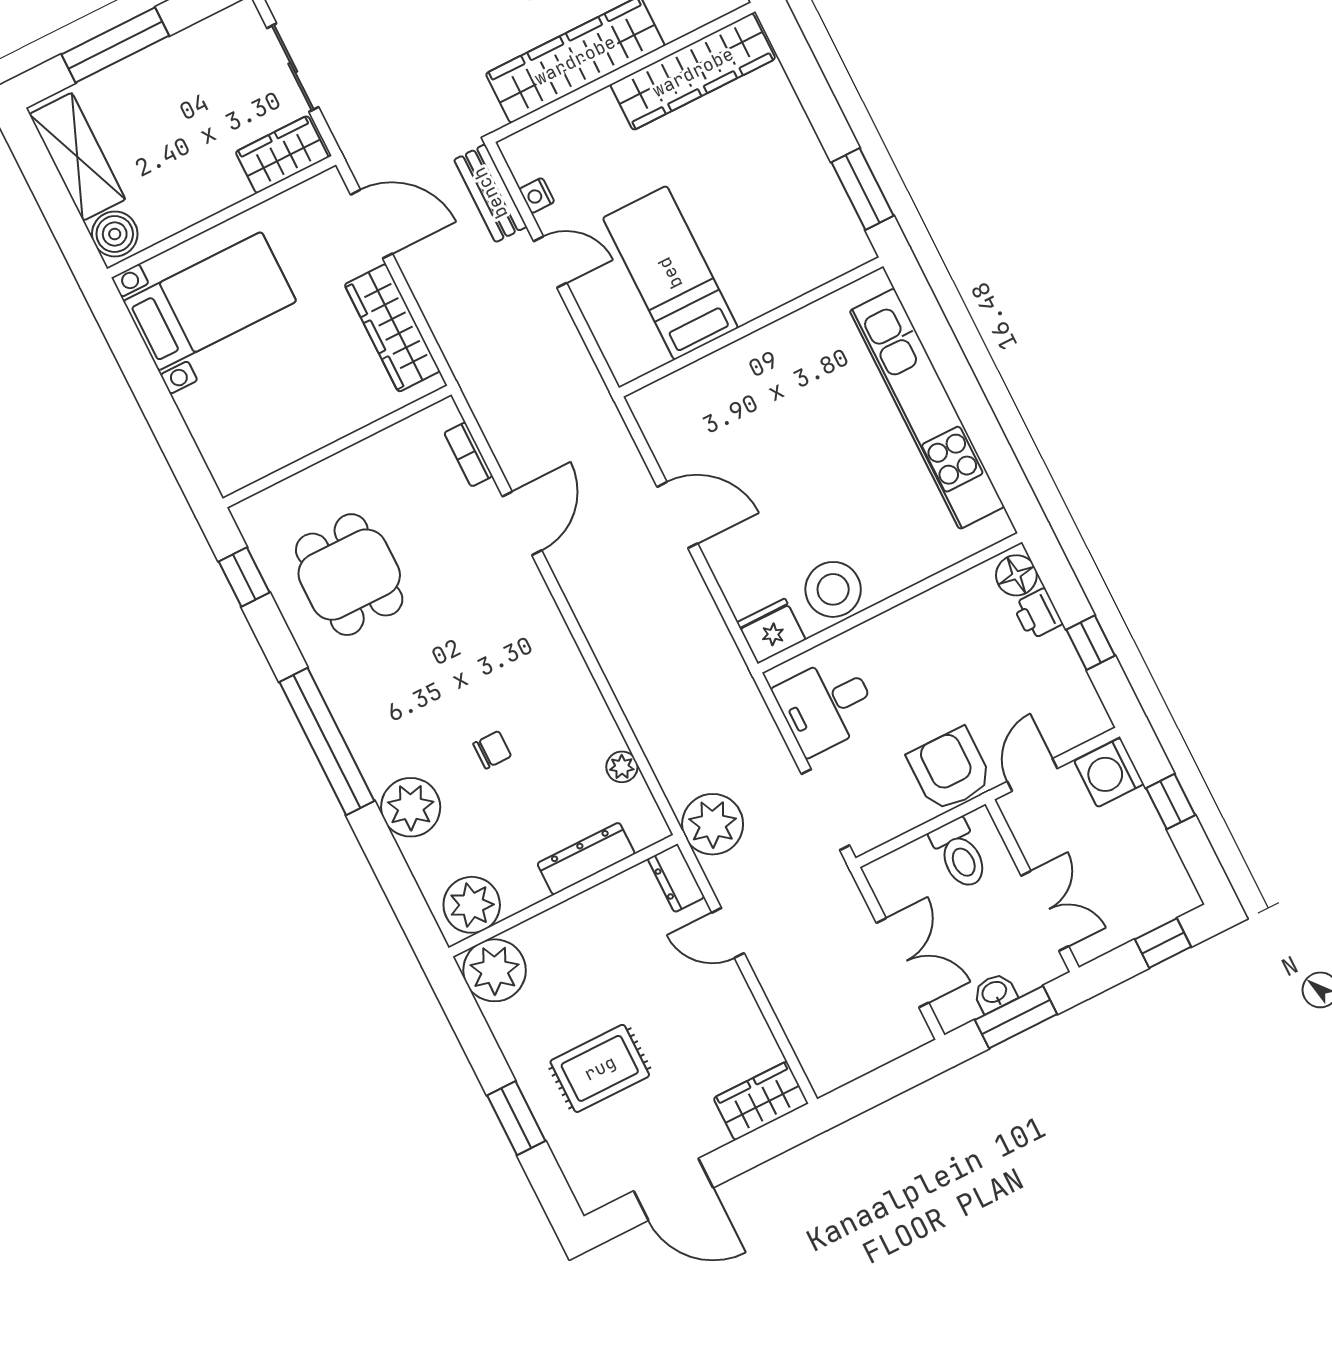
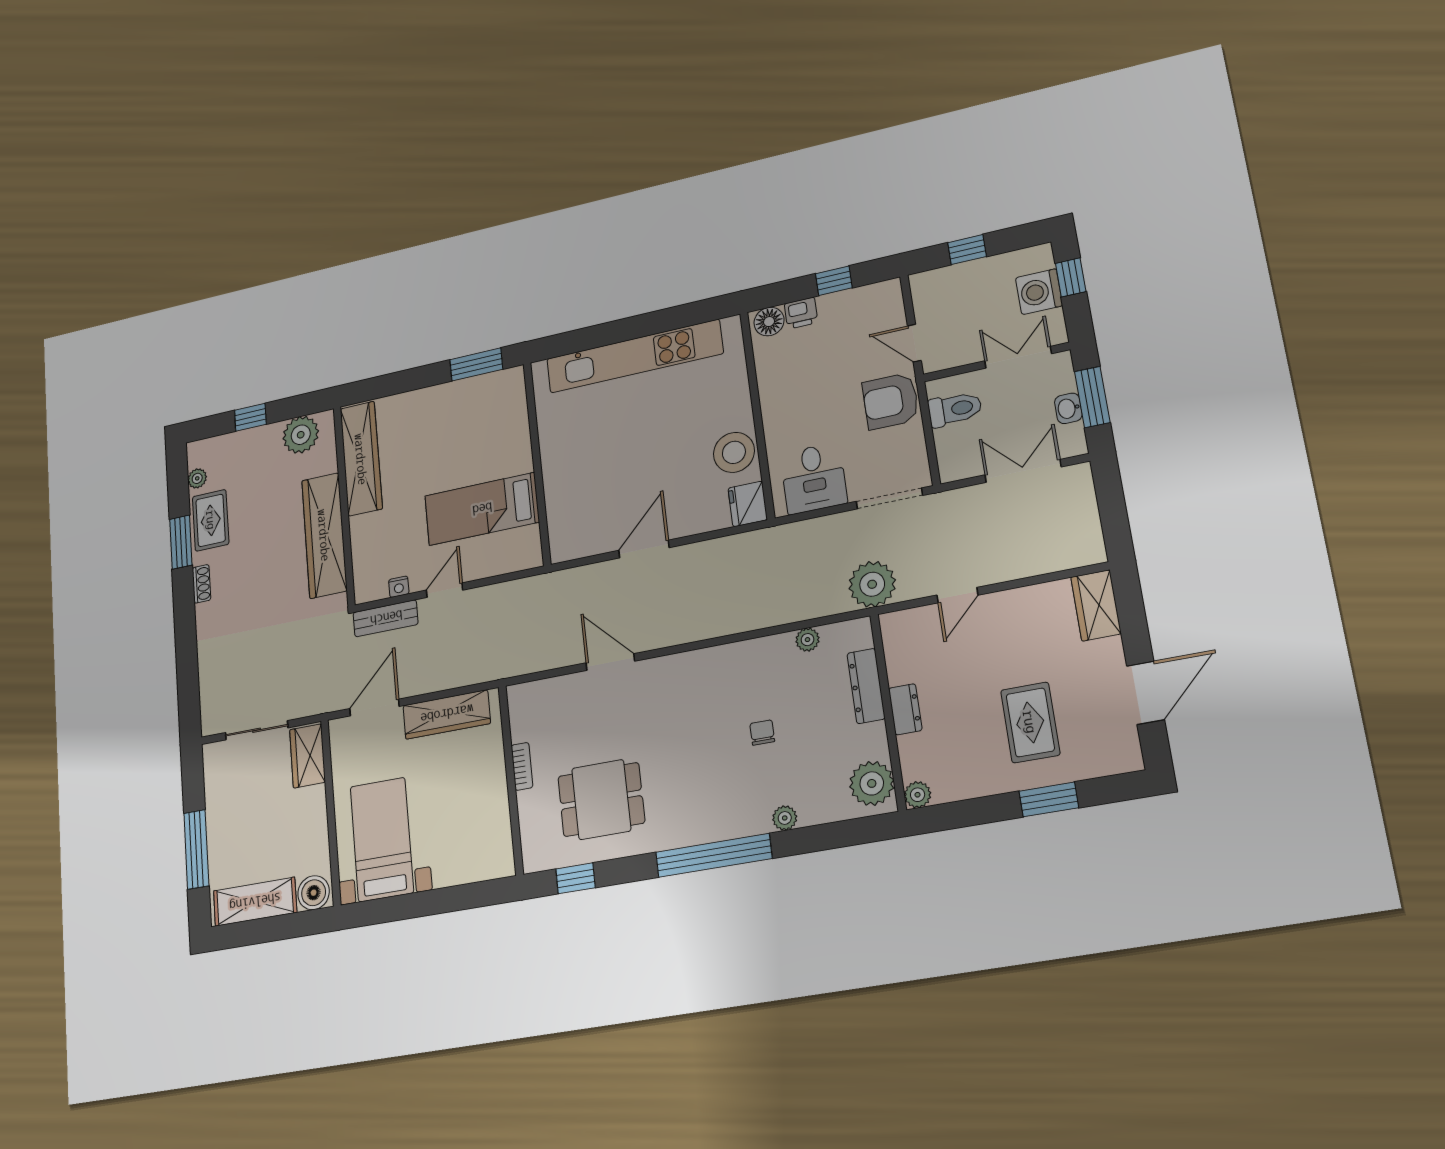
bookcase: (468, 454) -> (522, 766), moved, turned -90
washing machine: (1109, 772) -> (1039, 292), moved, turned 90
plant: (411, 807) -> (785, 818), width x0.53, depth x0.53
dresser: (676, 878) -> (905, 709), moved, turned -90
plant: (495, 970) -> (918, 795), width x0.53, depth x0.53

